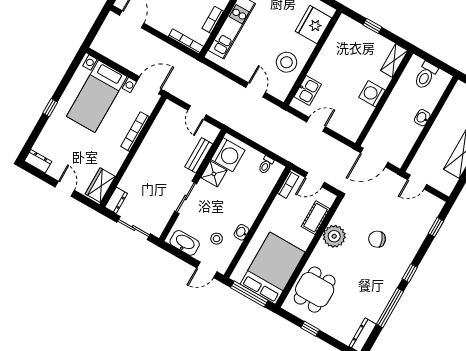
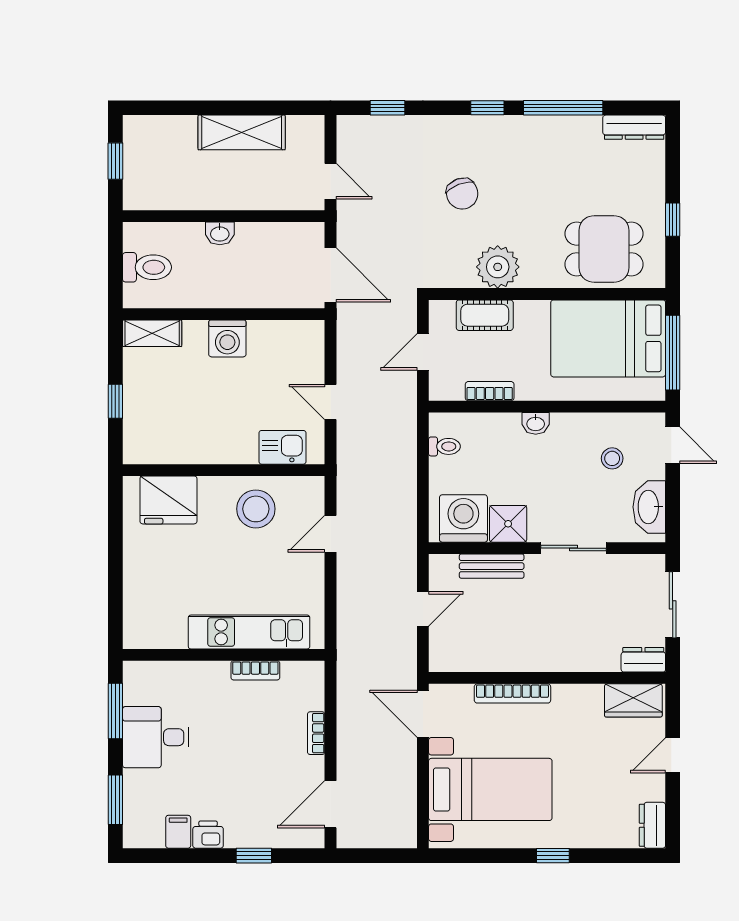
bookcase: (186, 41) -> (316, 733), moved, width x0.64
door: (315, 180) -> (423, 352), swing flipped
bookcase: (288, 185) -> (490, 391), moved
washbasin: (242, 232) -> (536, 423), moved

